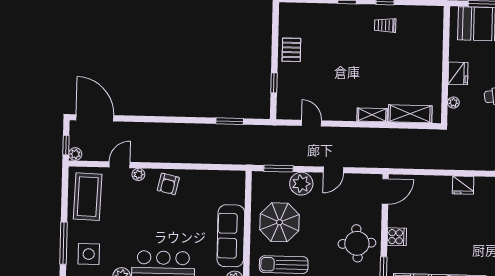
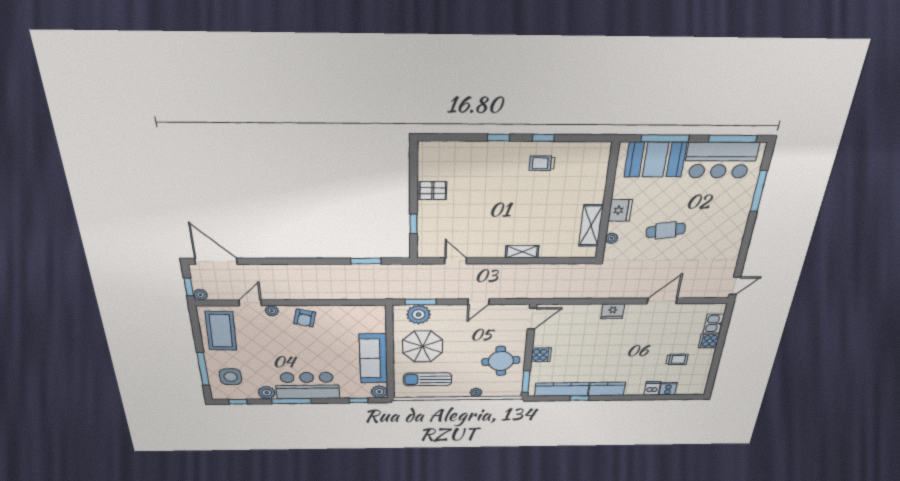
pallet: (291, 50) -> (433, 191), turned 90
shelving: (410, 114) -> (591, 225), moved, turned 90
plant: (301, 184) -> (419, 314), moved

